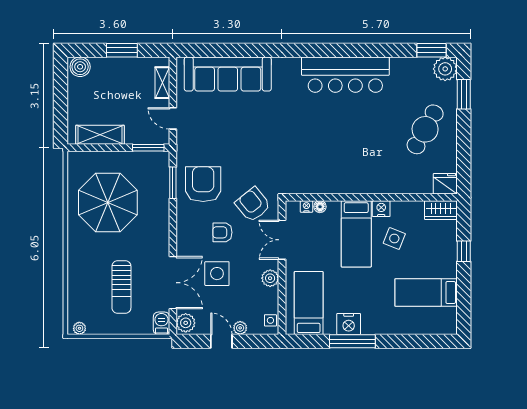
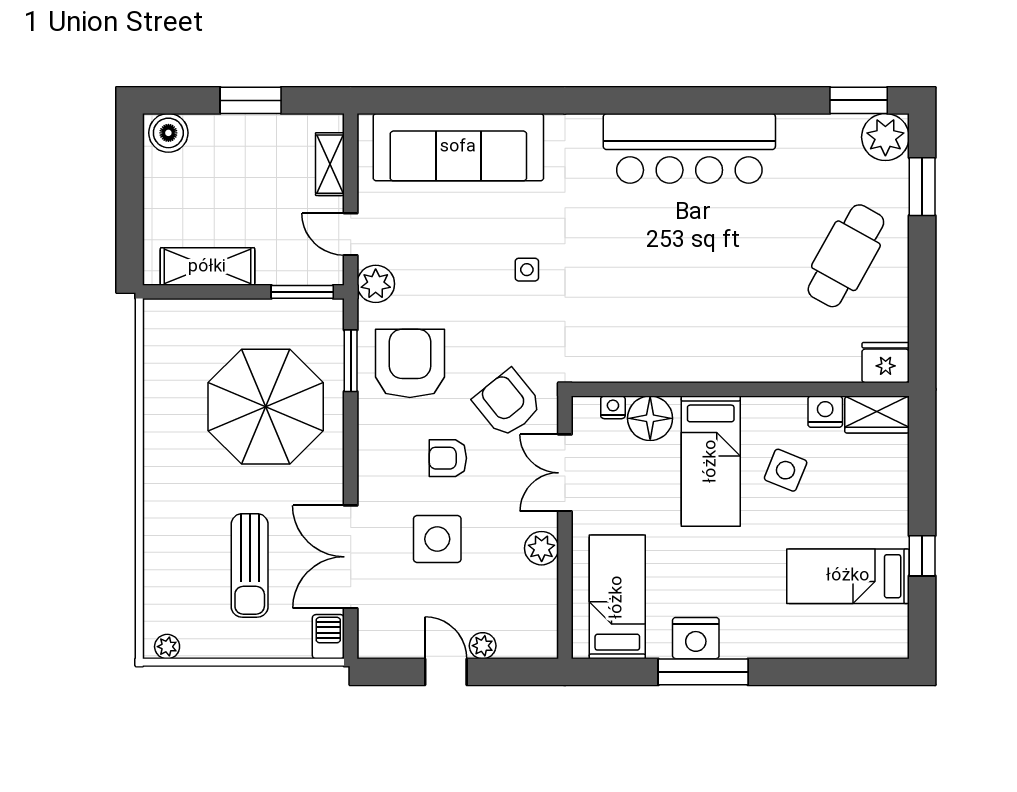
parasol: (108, 202) -> (266, 407), moved
floor lamp: (320, 207) -> (650, 418), width x1.89, depth x1.89
nightstand: (381, 209) -> (825, 412), moved
window: (464, 251) -> (922, 556), moved
double door: (173, 283) -> (351, 557), swing flipped
side table: (270, 320) -> (527, 270), moved
plant: (186, 323) -> (376, 284), moved

